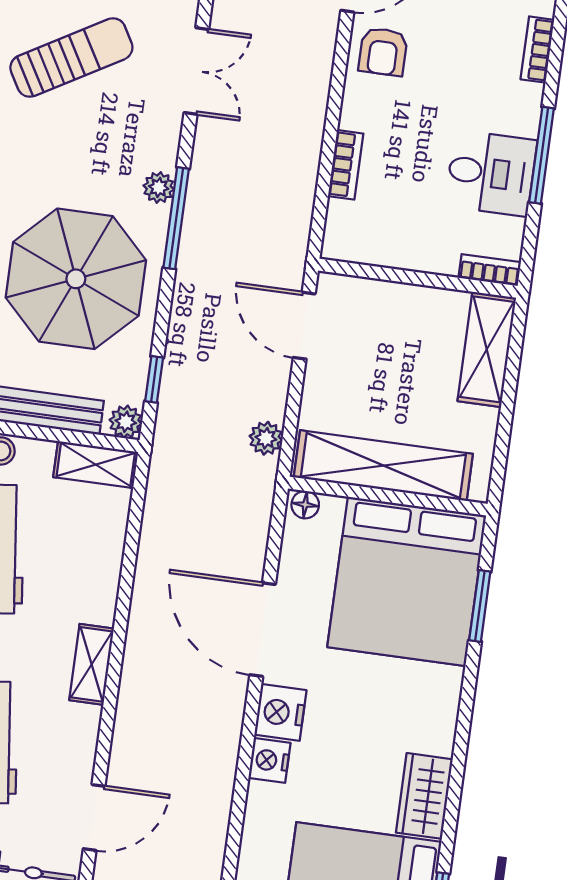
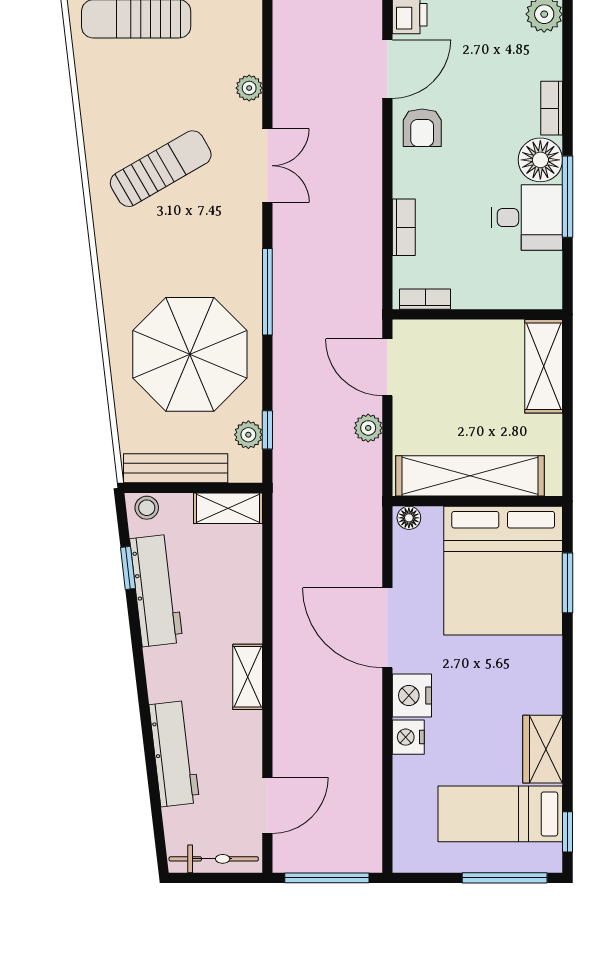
floor lamp: (516, 108) -> (540, 160), added
plant: (159, 187) -> (249, 268), removed
bookcase: (490, 270) -> (425, 299), moved
plant: (126, 422) -> (248, 435), moved
plant: (266, 438) -> (368, 428), moved

